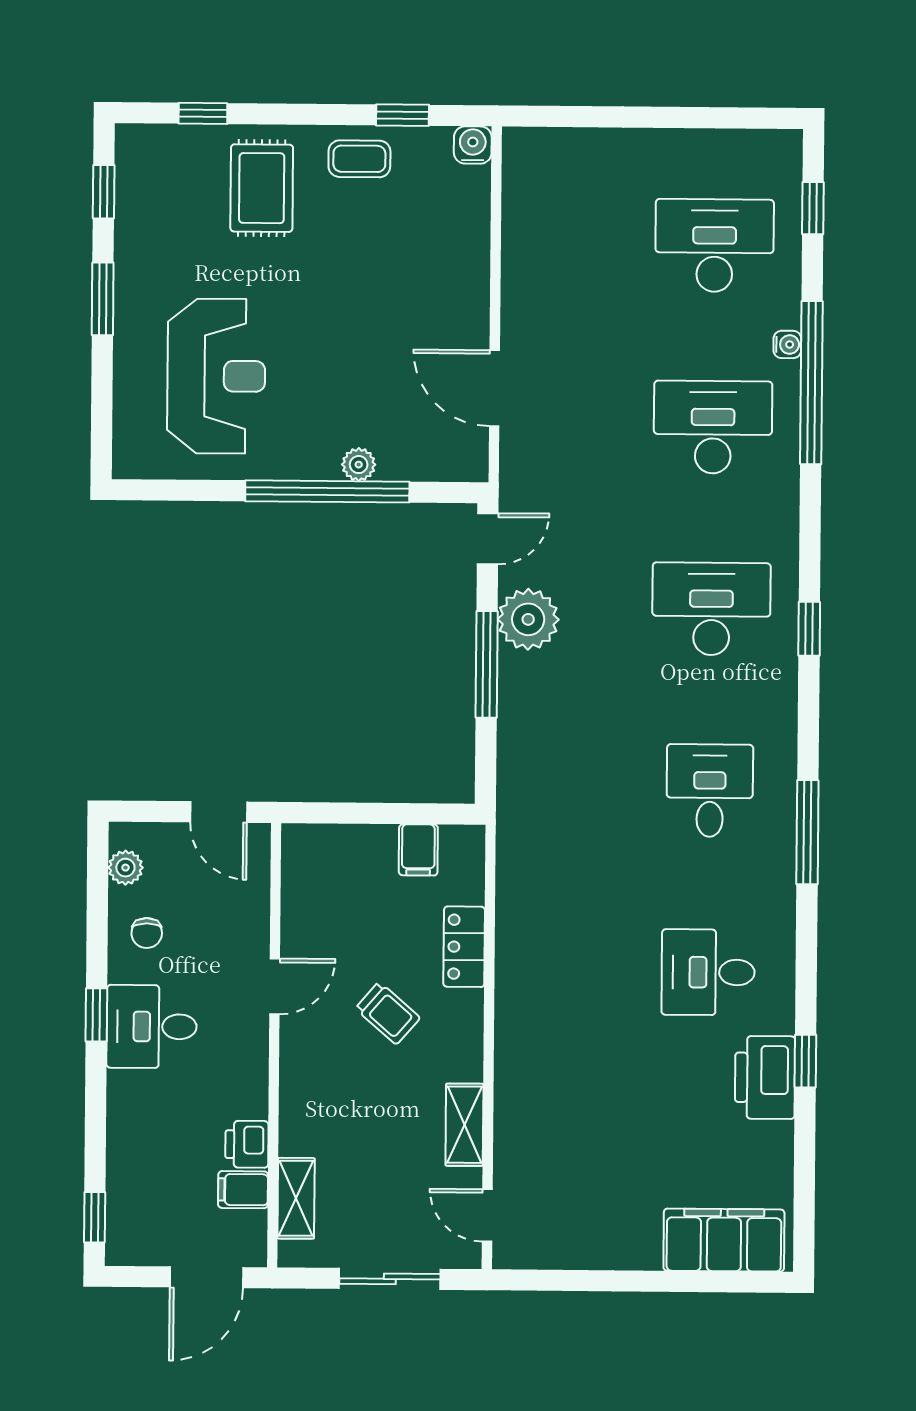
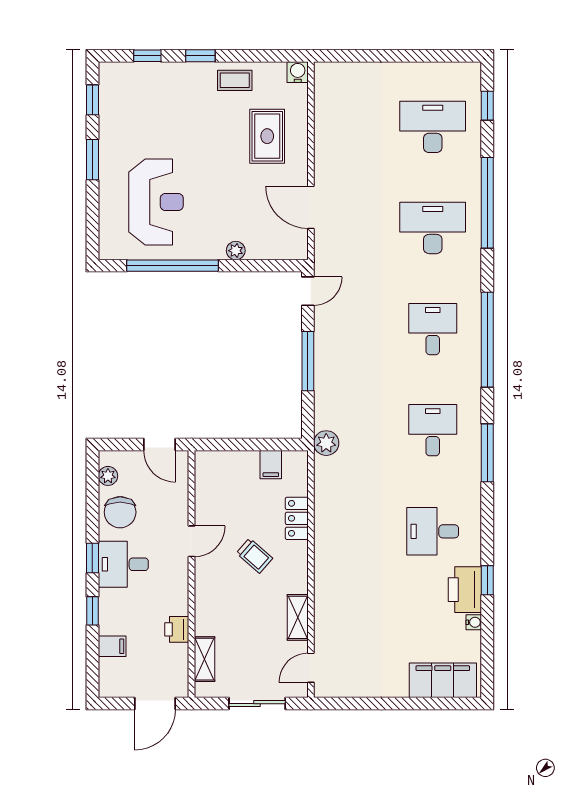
window: (403, 115) -> (200, 56), moved
rug: (262, 188) -> (267, 136), moved
water cooler: (787, 344) -> (474, 622), moved
window: (327, 491) -> (172, 266), moved
desk: (711, 609) -> (433, 329), width x0.73
plant: (528, 619) -> (326, 443), moved, width x0.73, depth x0.73
window: (809, 629) -> (487, 340), width x3.17
chair: (147, 933) -> (120, 512), width x1.87, depth x1.87
filing cabinet: (243, 1190) -> (112, 646), moved, turned 180
door: (487, 1215) -> (311, 668), hinge flipped
window: (95, 1217) -> (92, 611), moved

